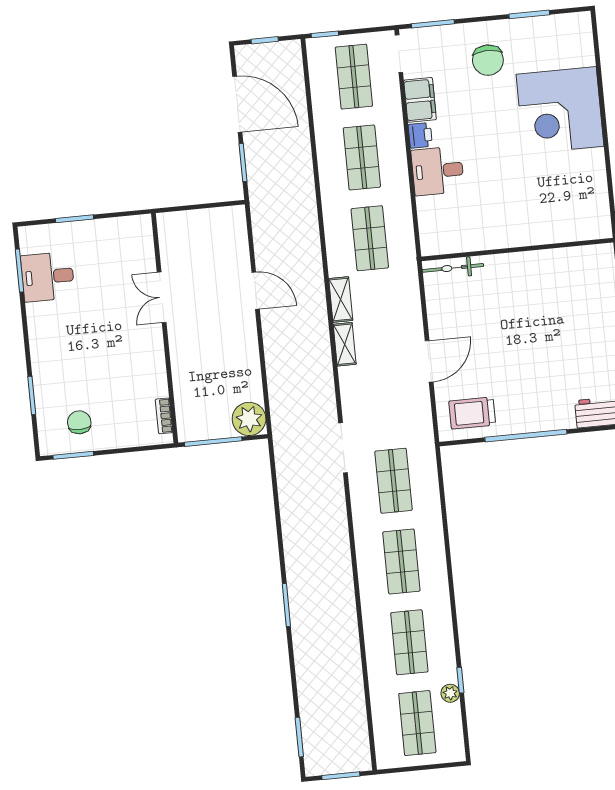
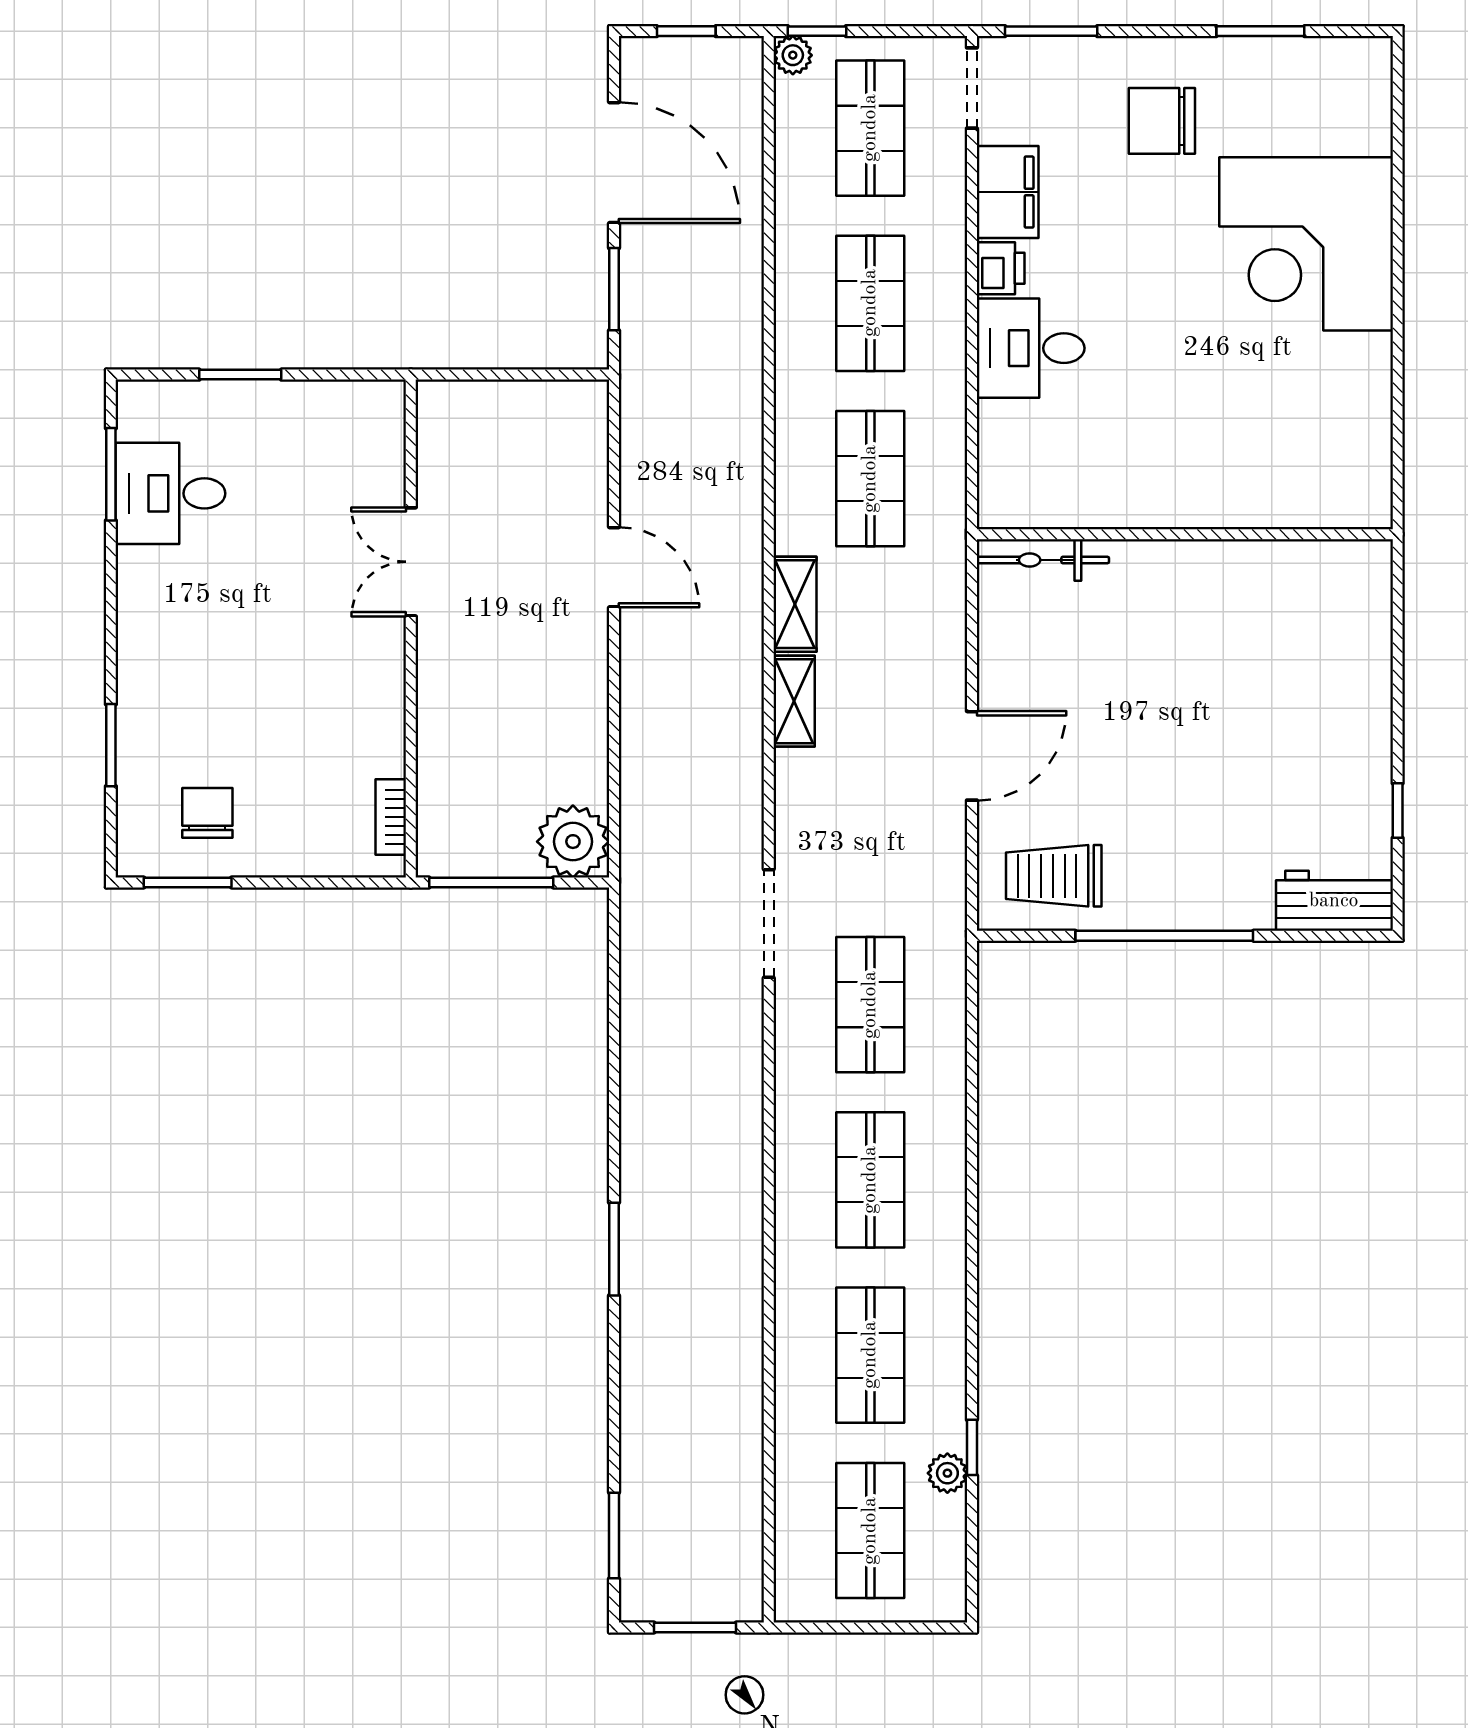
plant: (315, 47) -> (793, 55), added
chair: (488, 60) -> (1162, 121), turned 90

